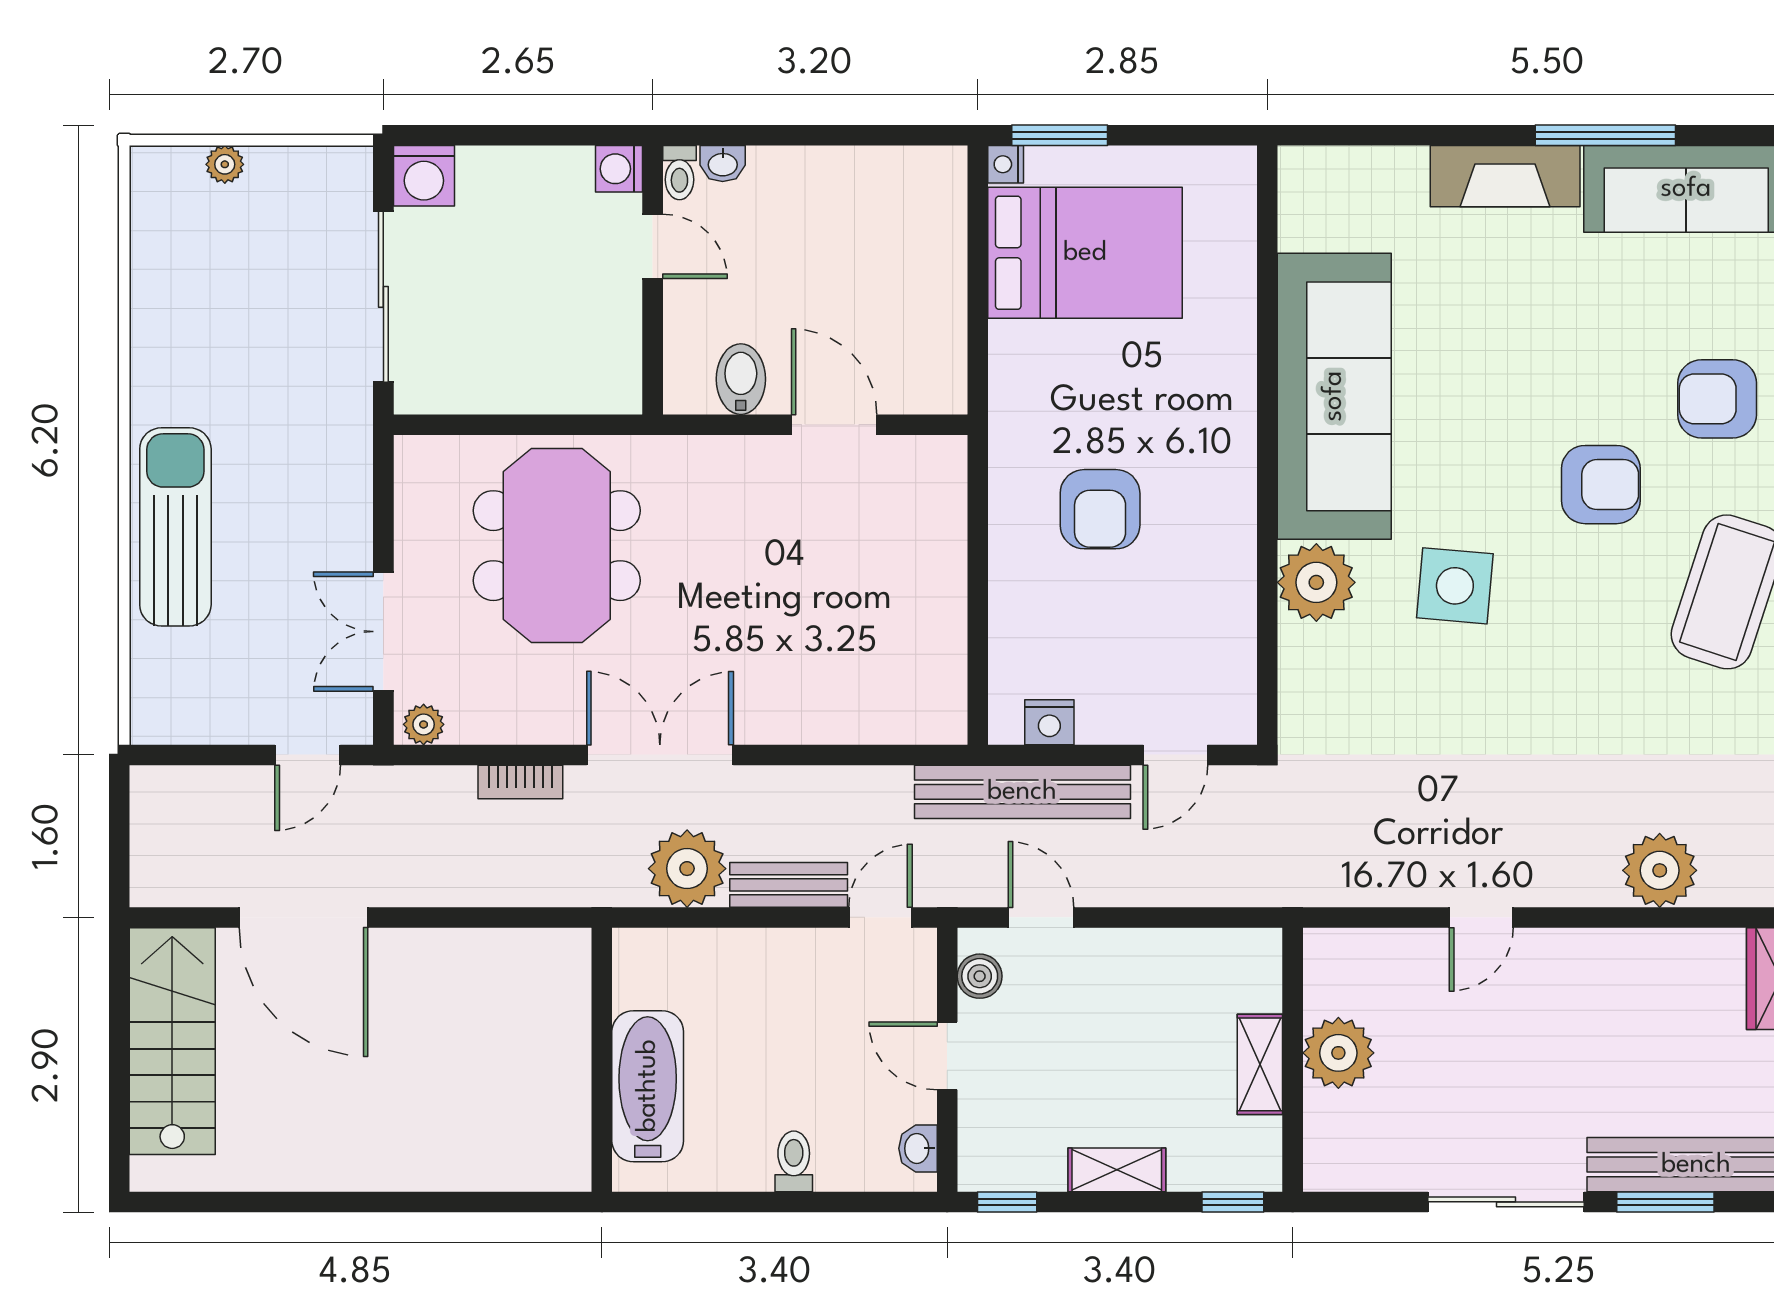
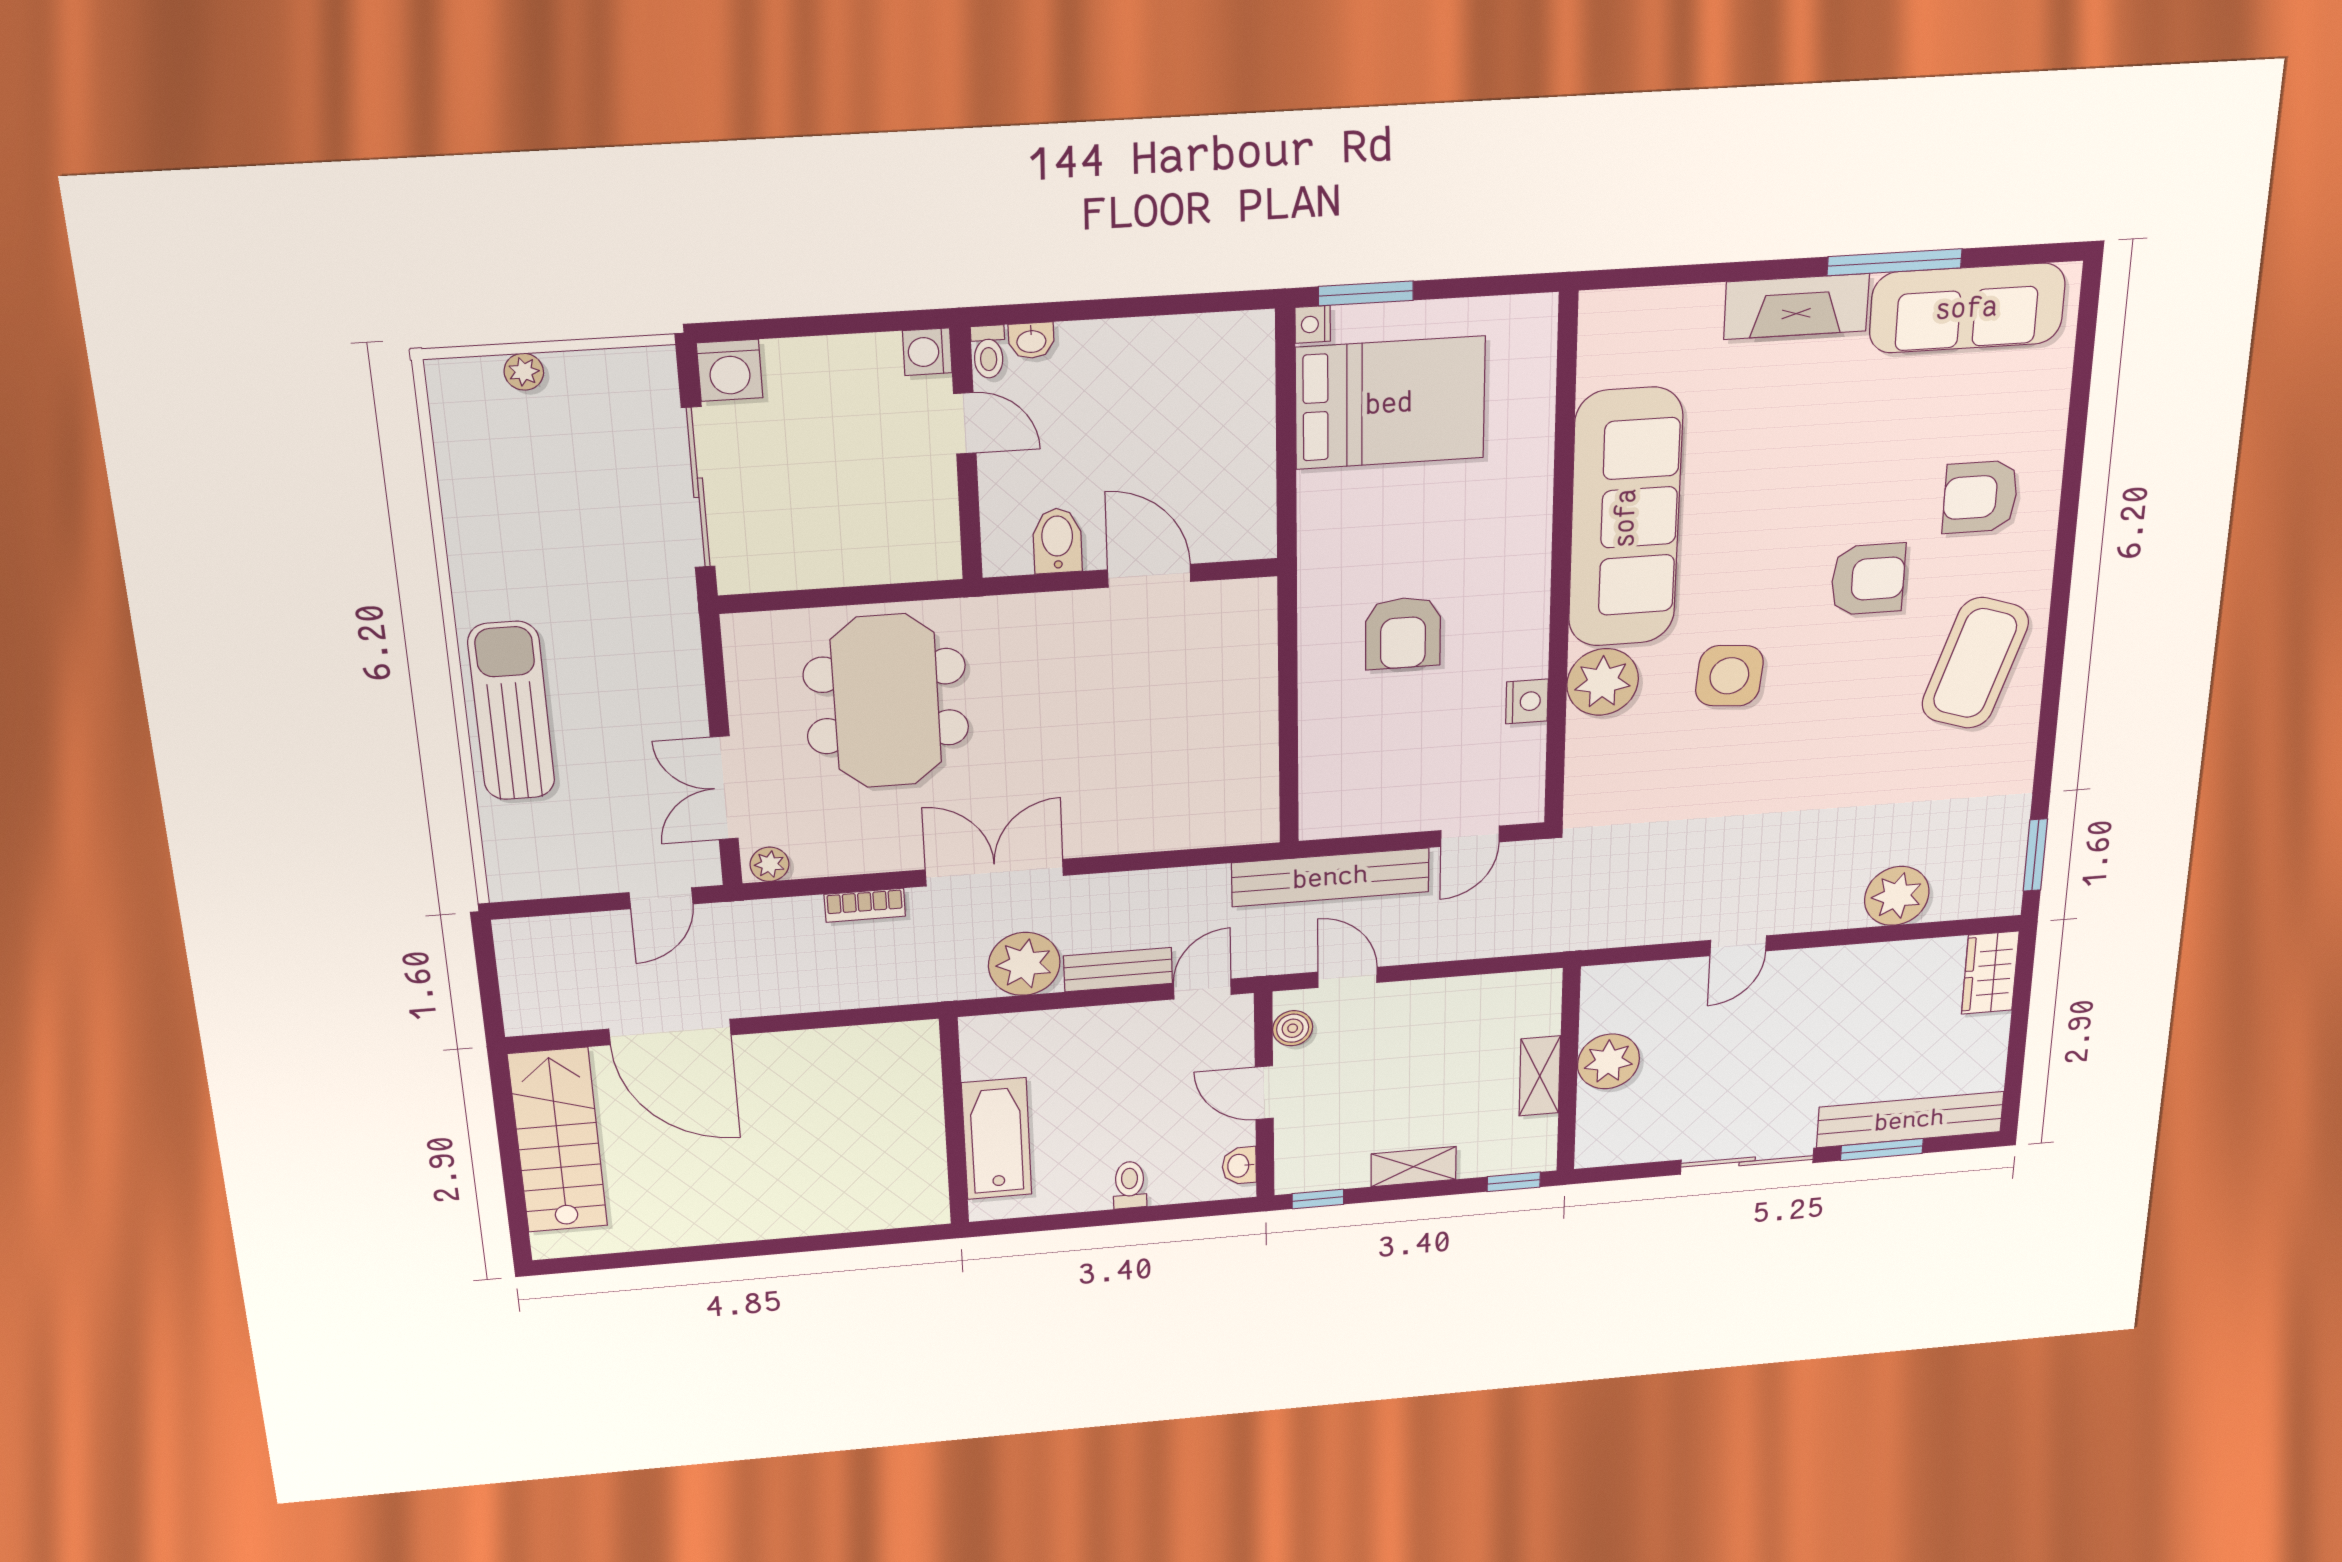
nightstand: (1049, 722) -> (1527, 701), moved, turned -90

